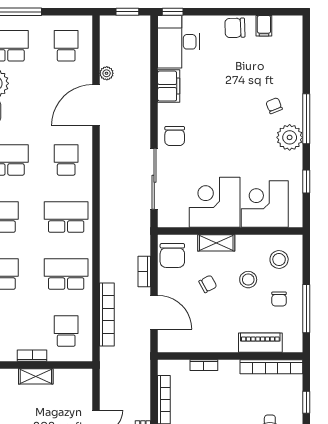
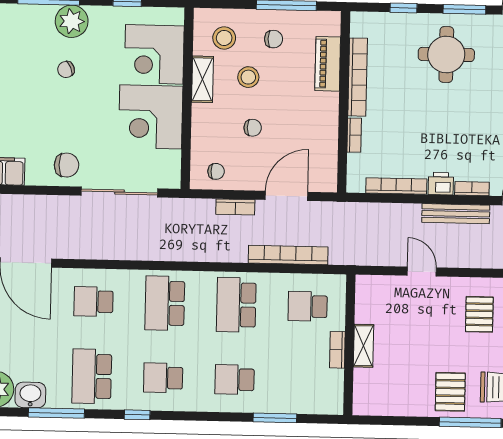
chair: (274, 106) -> (66, 70), moved
shelving: (216, 243) -> (202, 79), moved
chair: (172, 255) -> (216, 171), width x0.54, depth x0.54
chair: (208, 284) -> (253, 128), turned 118
bookcase: (271, 367) -> (358, 77), moved

